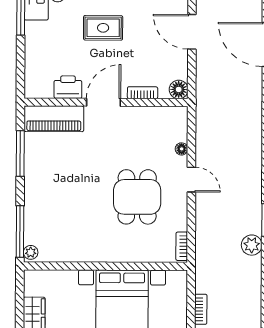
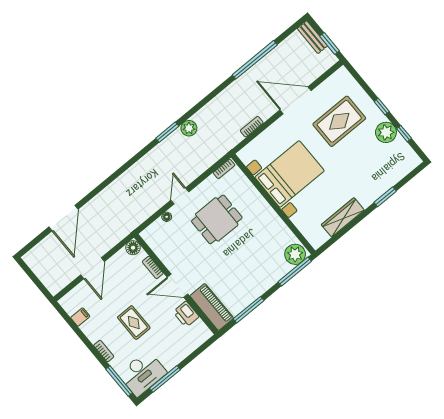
plant: (31, 252) -> (295, 254), width x1.88, depth x1.88

